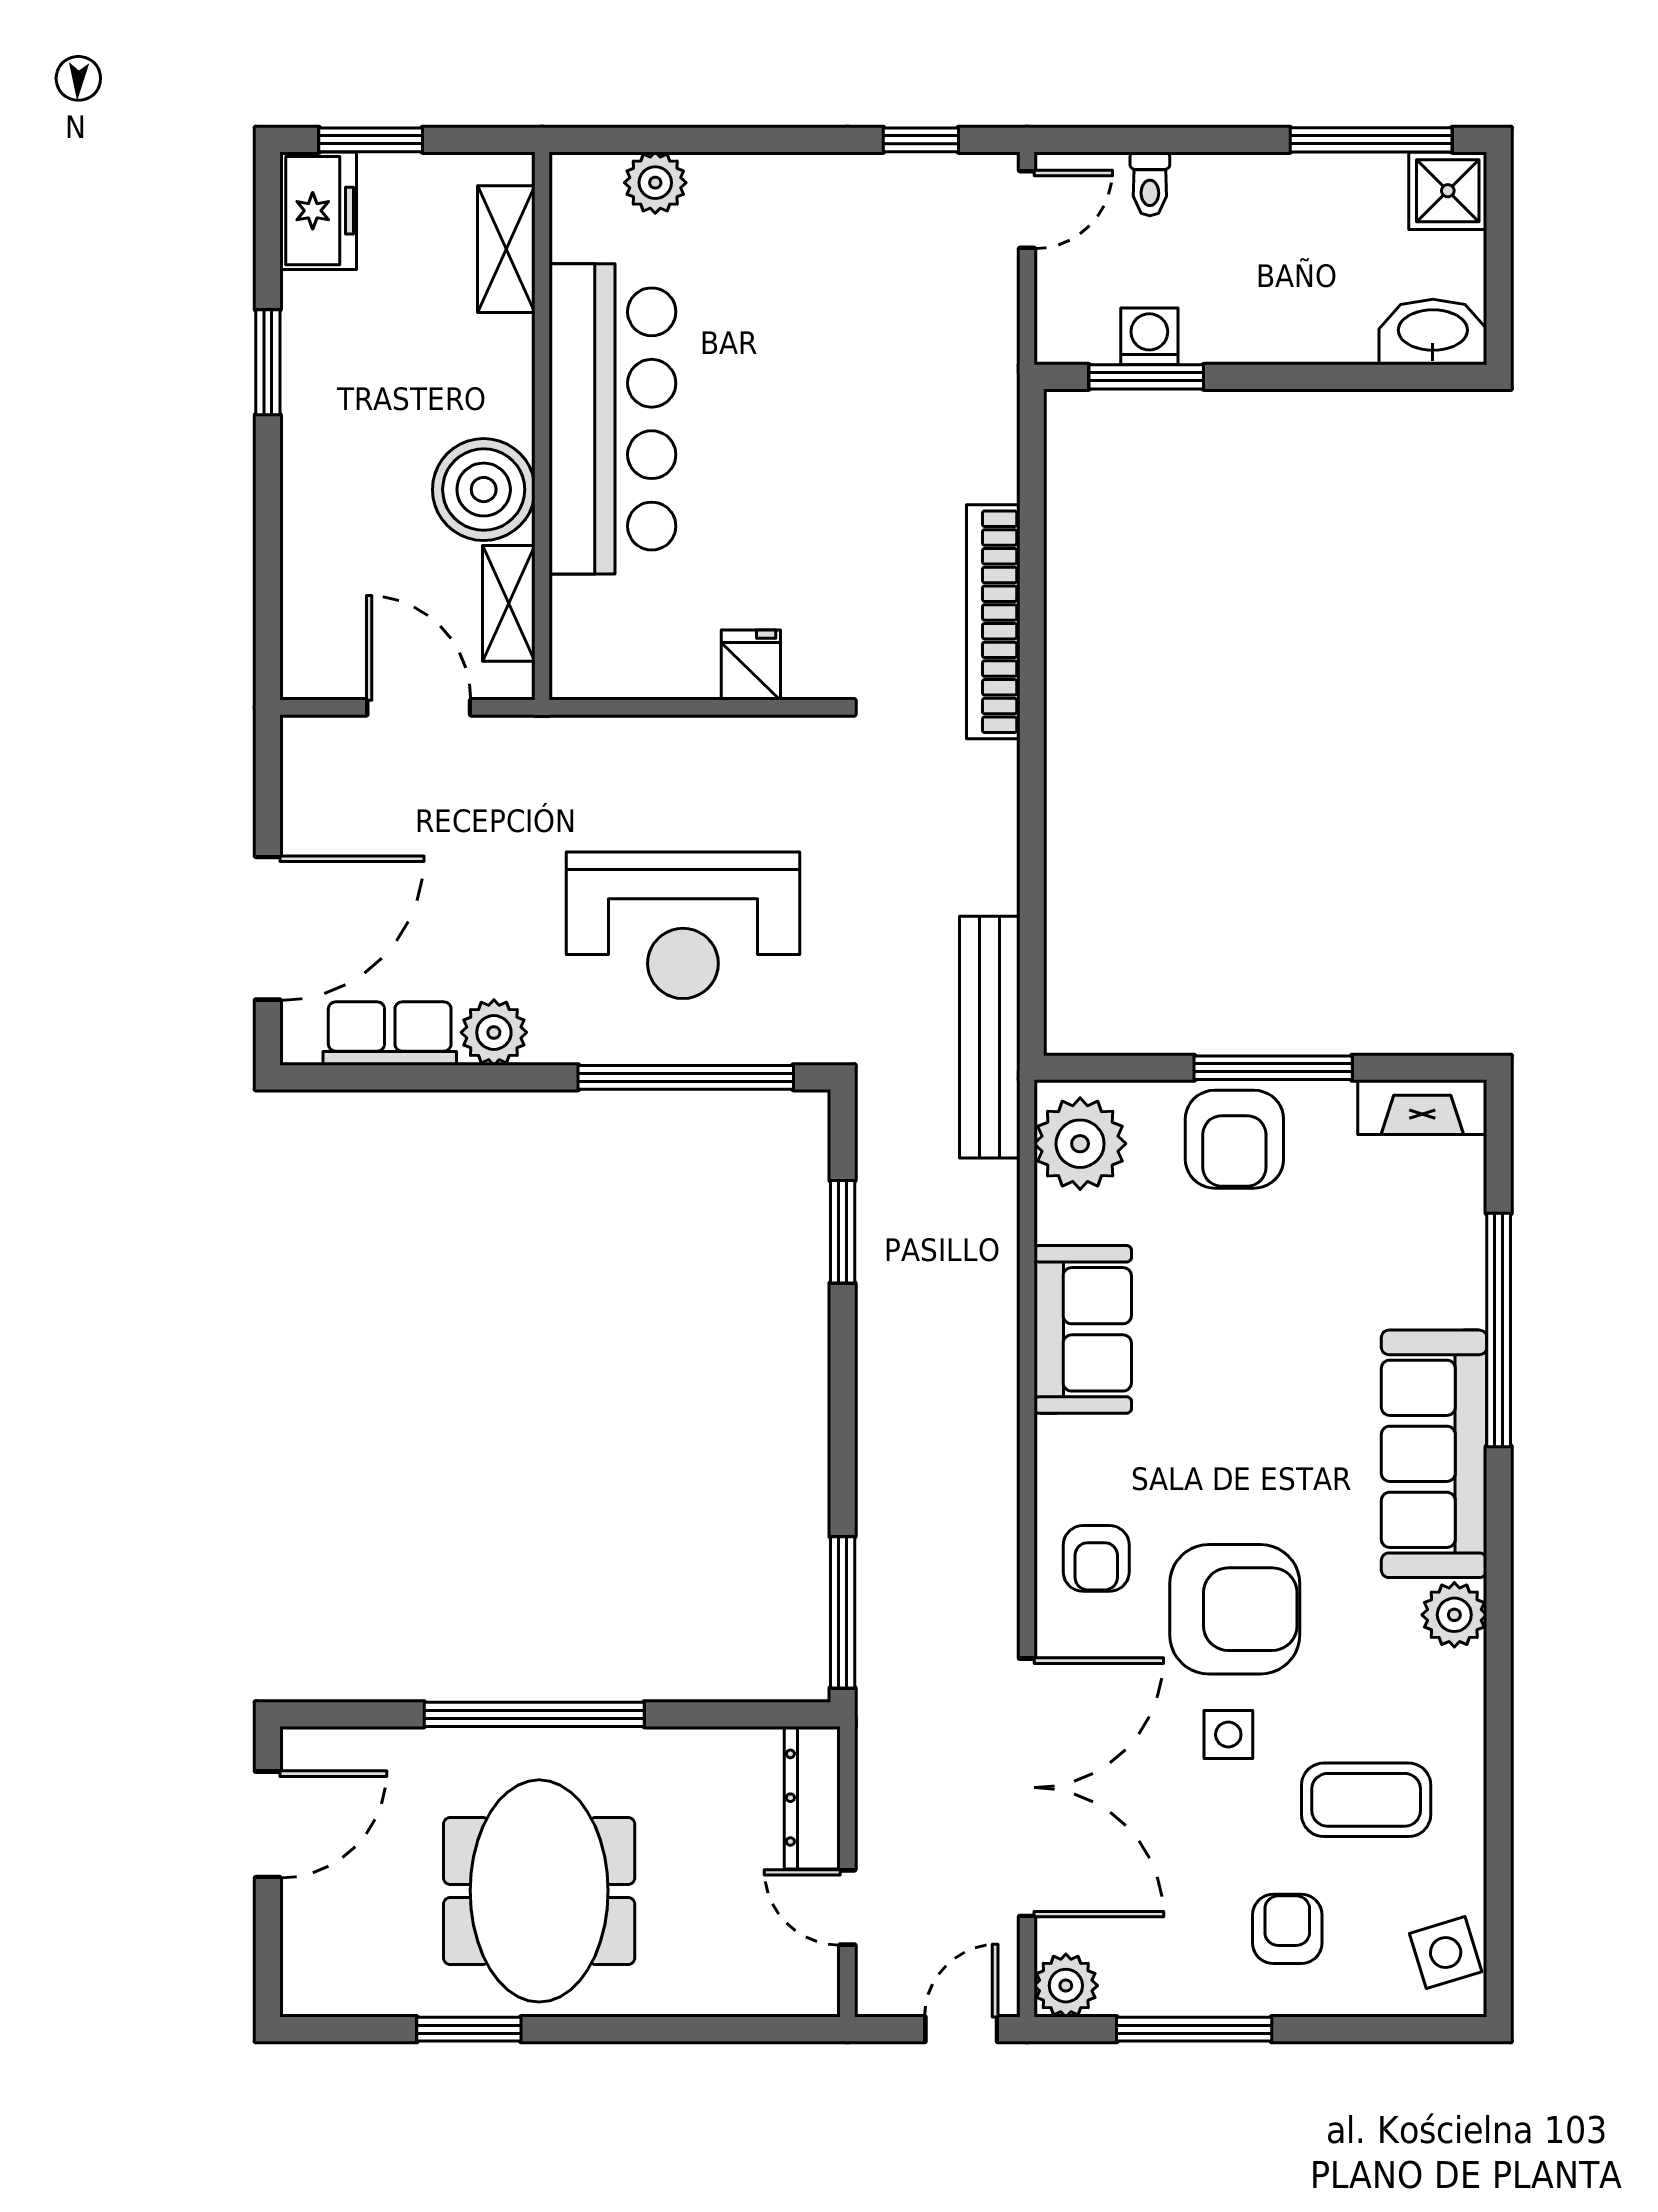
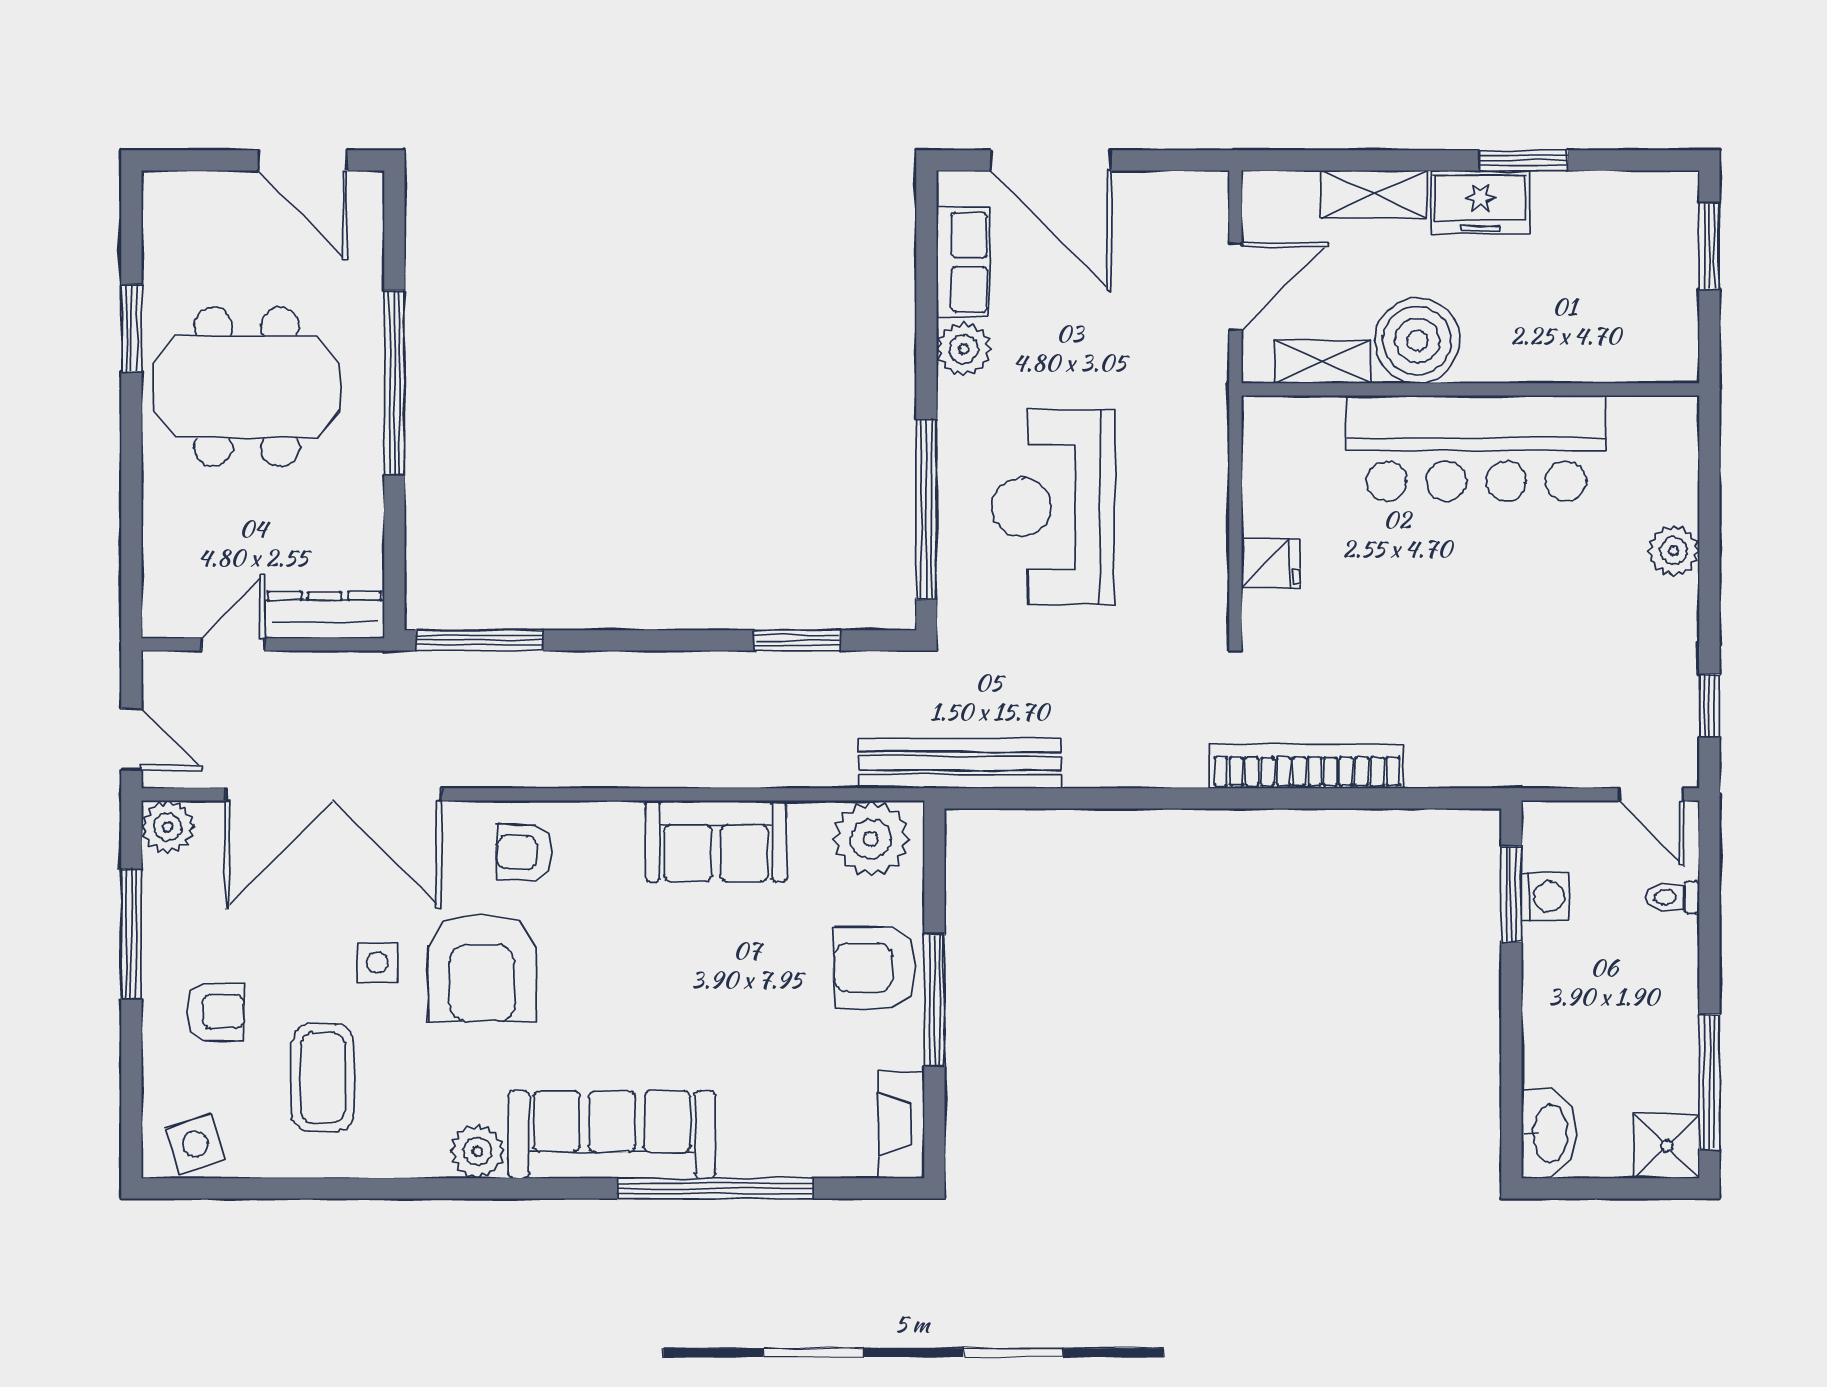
plant: (655, 183) -> (1674, 551), moved
freezer: (318, 211) -> (1480, 202), moved
shelving: (506, 249) -> (1374, 194), moved

